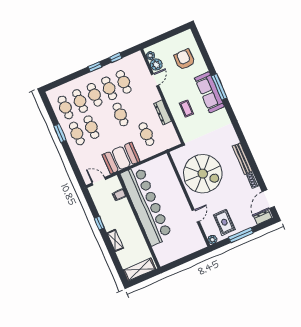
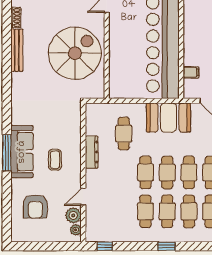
window: (116, 58) -> (105, 246), moved
window: (95, 67) -> (167, 246), moved
cafe table: (124, 82) -> (167, 172), moved
coffee table: (186, 108) -> (55, 160), moved
spiral stairs: (203, 174) -> (75, 53), turned 90

